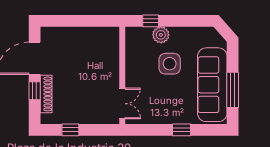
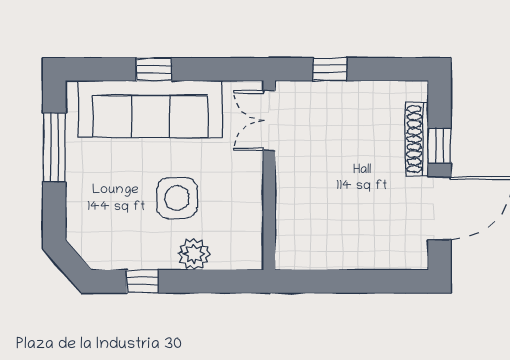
window: (151, 21) -> (142, 281), moved
sofa: (212, 85) -> (150, 109), moved, turned 90
window: (70, 130) -> (330, 69), moved

